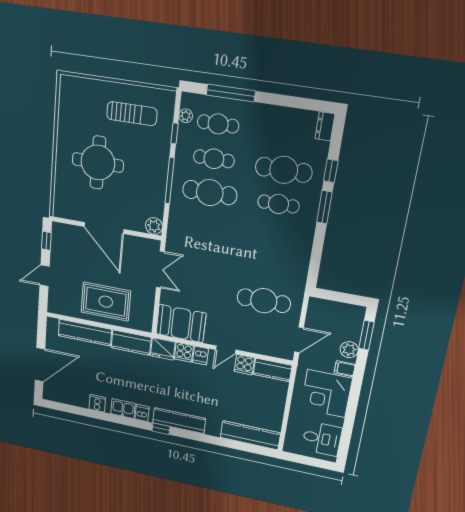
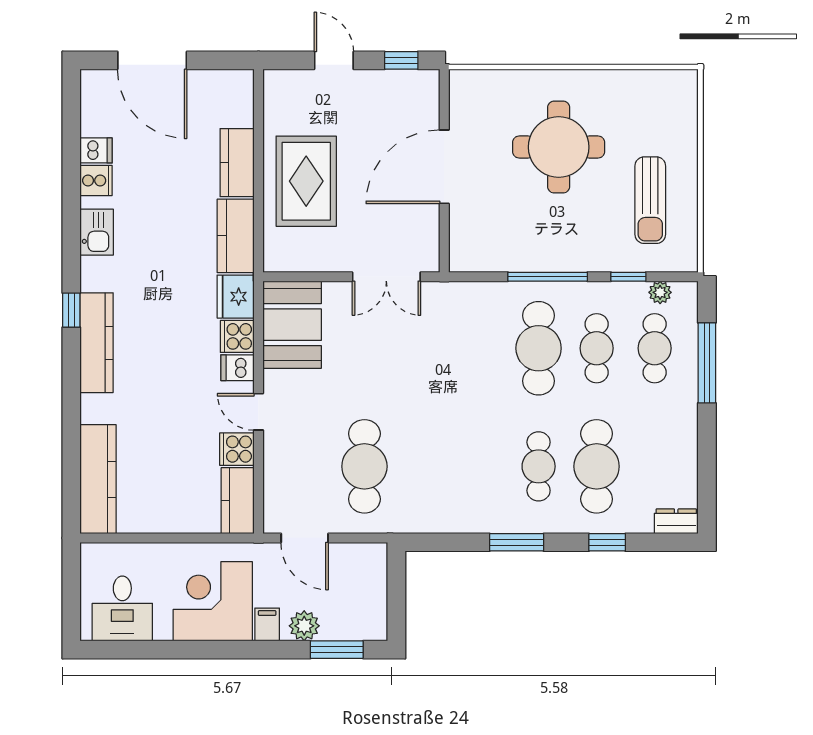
window: (324, 207) -> (517, 542), moved
plant: (154, 226) -> (464, 257), removed
kitchen counter: (85, 333) -> (237, 163), width x0.67
dishwasher: (142, 413) -> (96, 150), moved

